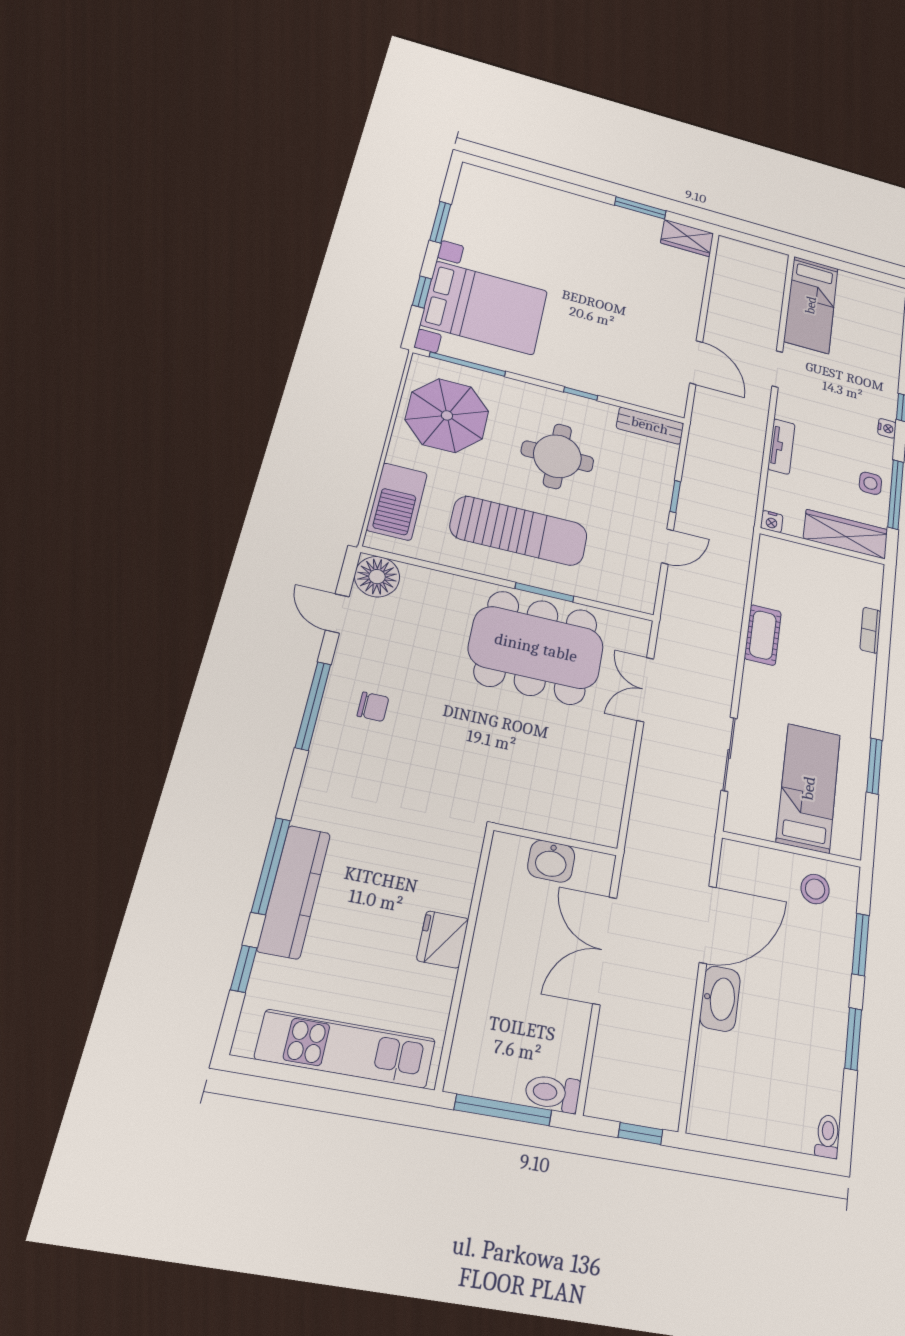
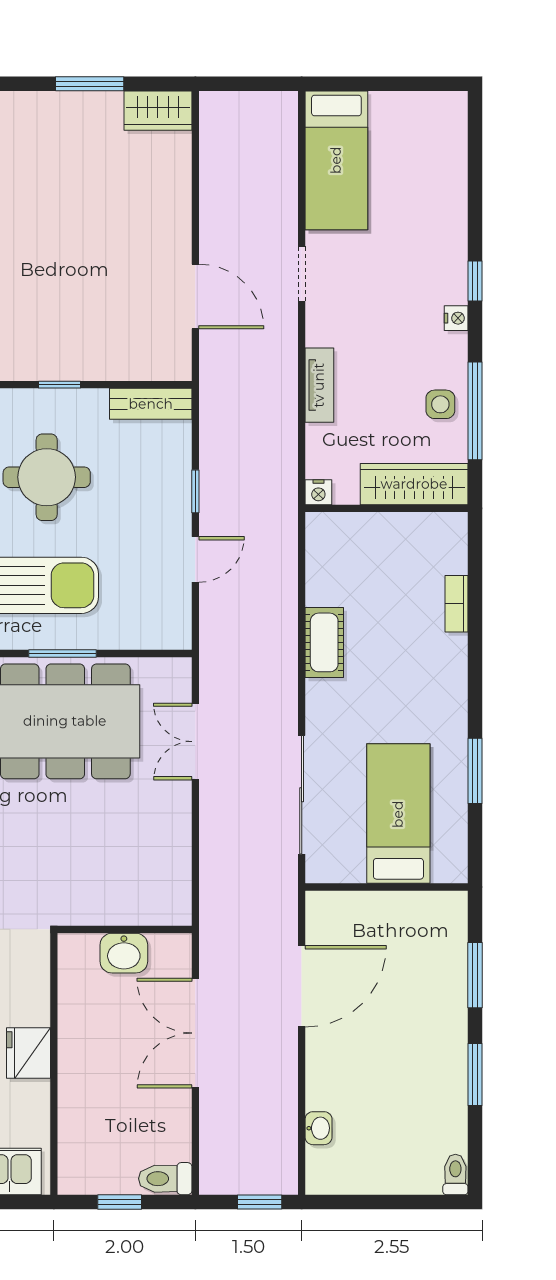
sliding door: (729, 754) -> (302, 795), width x1.37
stool: (815, 889) -> (417, 925), removed
washbasin: (720, 999) -> (319, 1128), moved, width x0.52, depth x0.69
window: (503, 1110) -> (120, 1202), width x0.46

